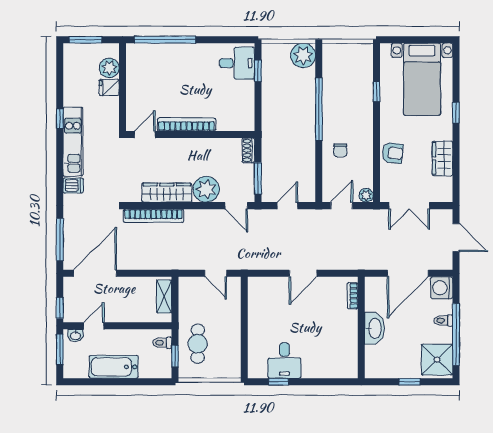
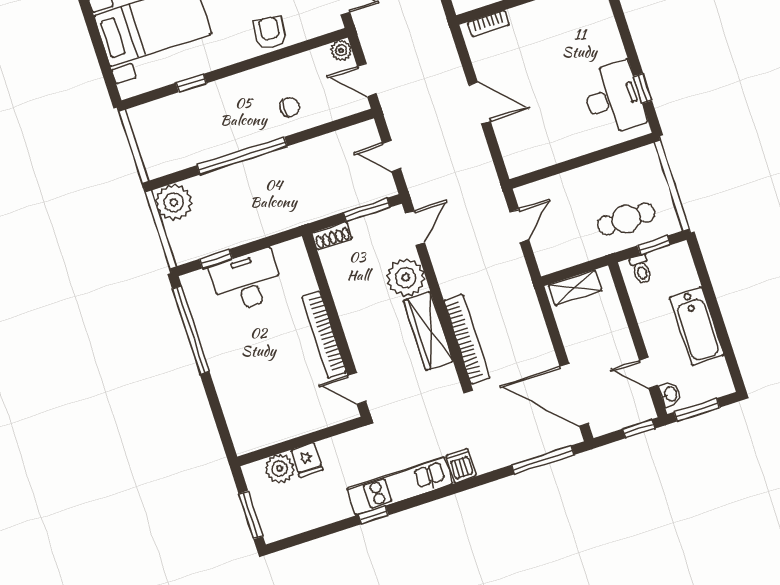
window: (165, 40) -> (191, 330), moved
desk: (237, 63) -> (247, 281), moved, width x1.37
desk: (284, 361) -> (613, 98), width x1.37

